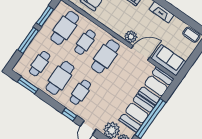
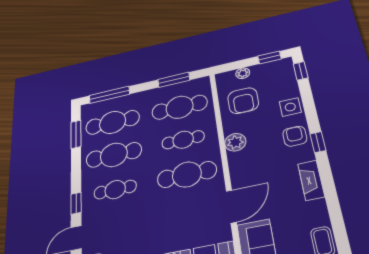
plant: (131, 37) -> (235, 142), moved
window: (28, 40) -> (109, 95), moved
door: (140, 53) -> (231, 206), hinge flipped
cafe table: (40, 64) -> (113, 122), width x1.37, depth x1.35

